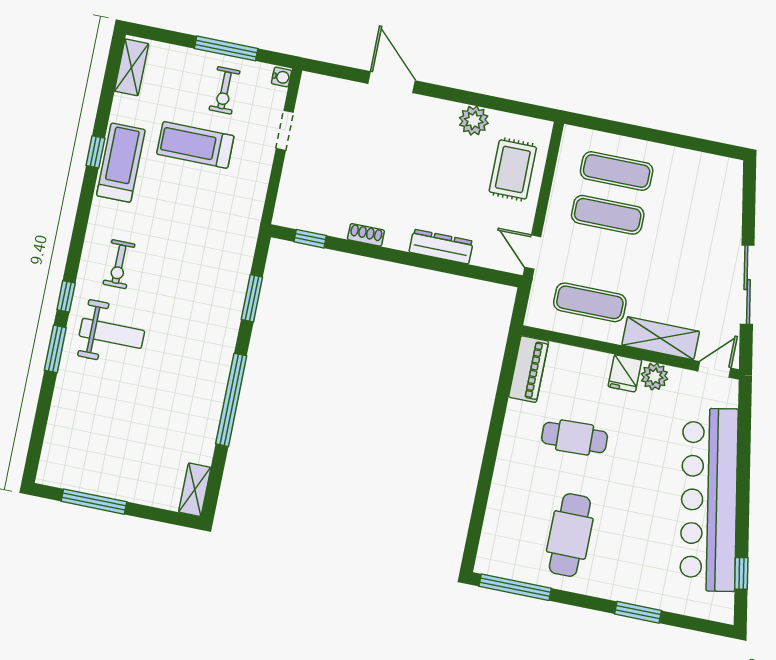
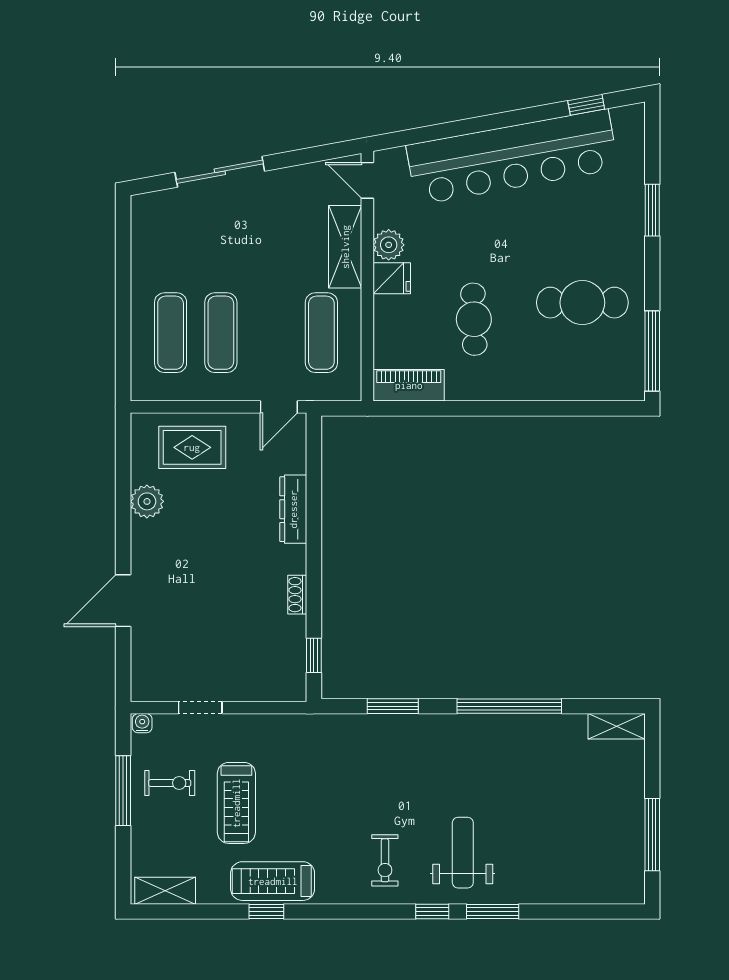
exercise bike: (119, 264) -> (385, 860), turned 90
sliding door: (747, 285) -> (220, 172), moved

